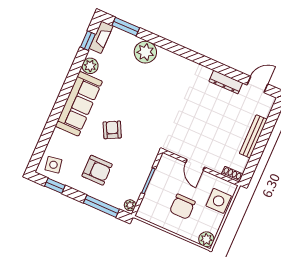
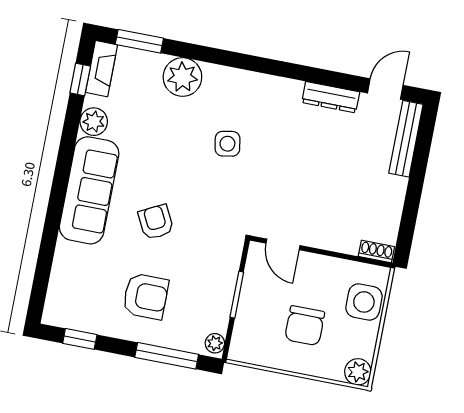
bench: (253, 136) -> (406, 139), moved
side table: (53, 165) -> (227, 144), moved
door: (195, 165) -> (283, 244), moved

